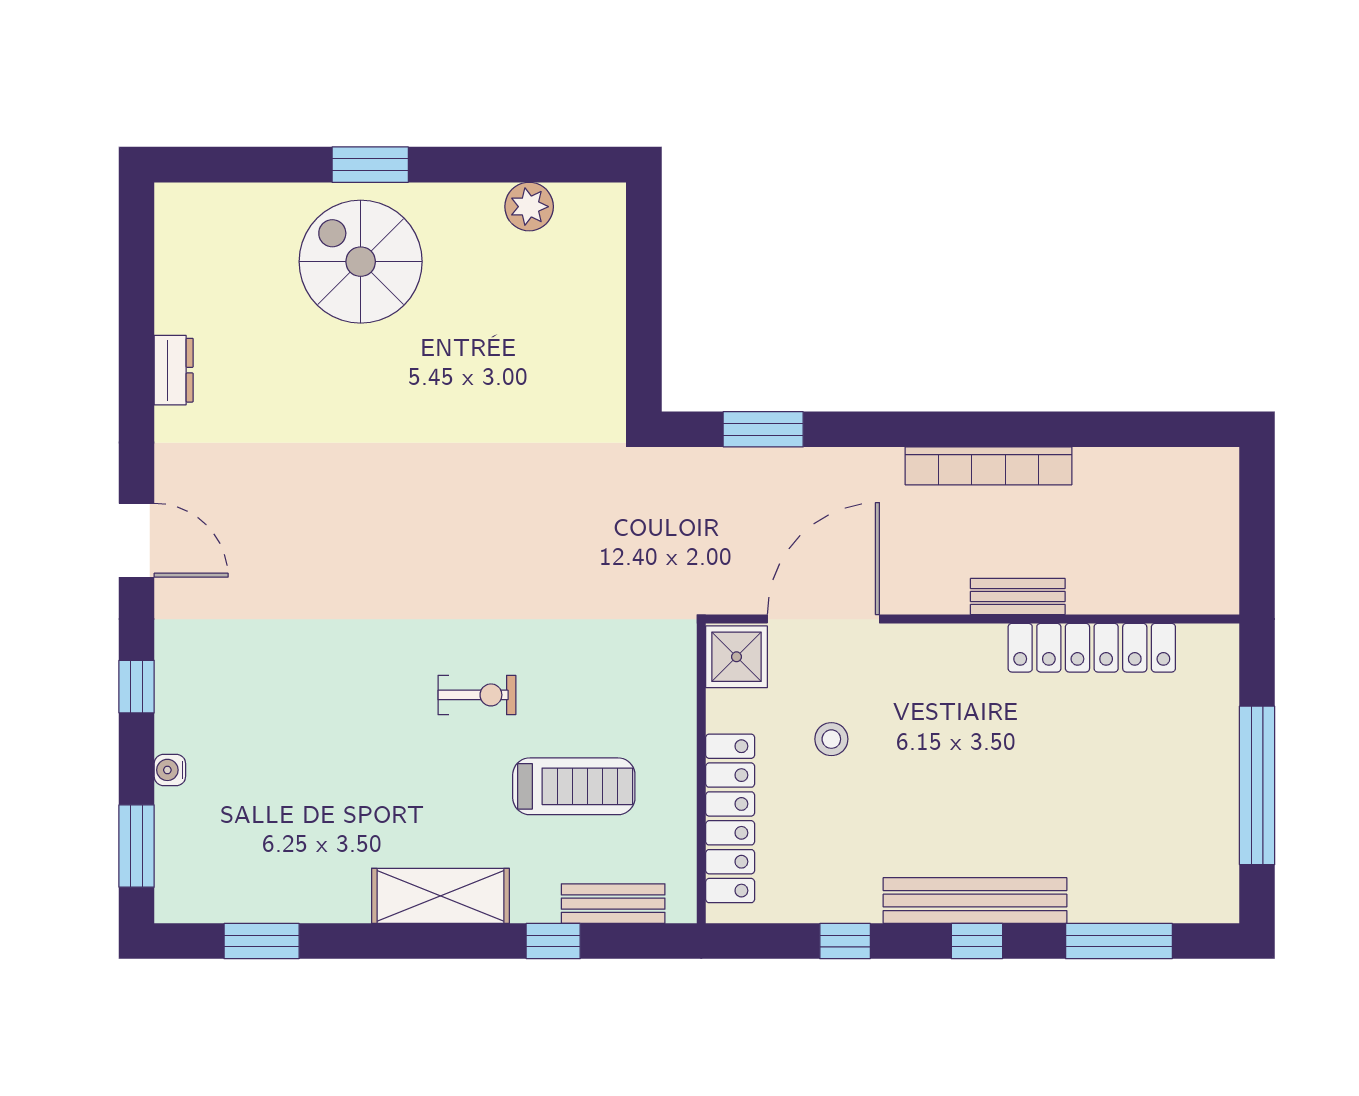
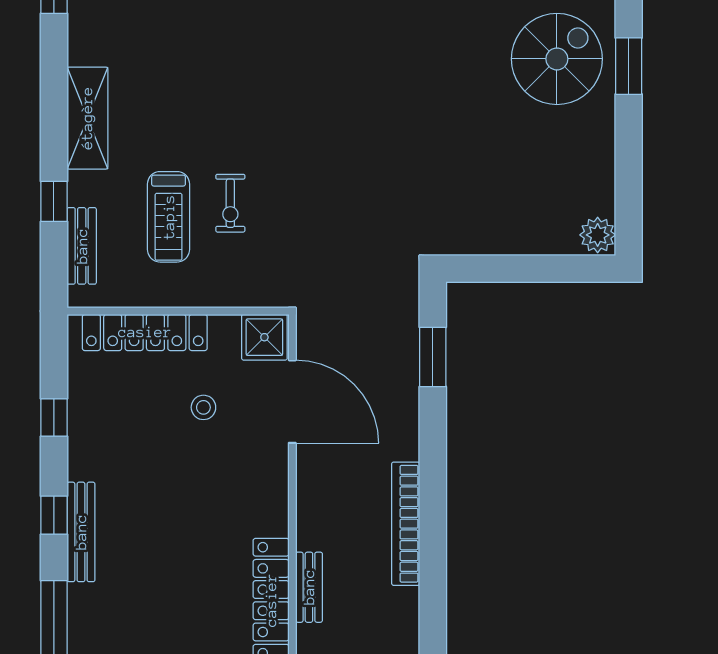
plant: (529, 207) -> (598, 235), moved
bench: (1018, 597) -> (309, 587), moved
exercise bike: (477, 695) -> (230, 203), moved
bench: (975, 901) -> (81, 532), width x0.73, depth x0.82

